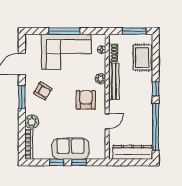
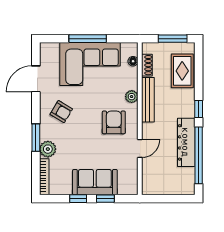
window: (22, 97) -> (36, 138), moved
dresser: (133, 152) -> (186, 142), moved, turned -90

